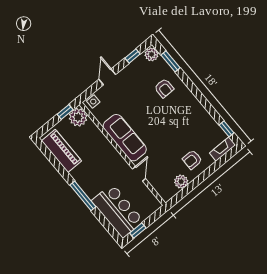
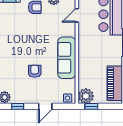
armchair: (164, 88) -> (35, 71), moved
door: (139, 174) -> (77, 15), moved

